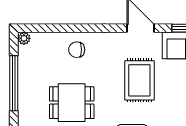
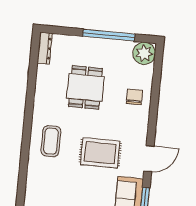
plant: (24, 38) -> (144, 53), width x1.88, depth x1.88

